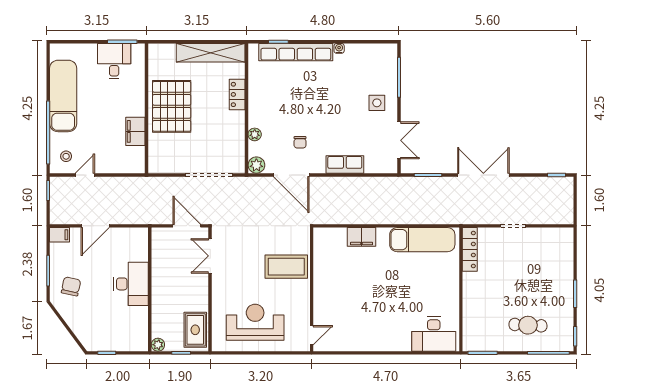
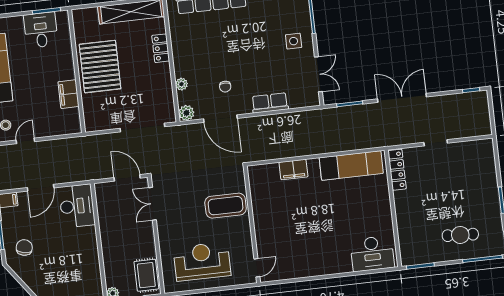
desk: (131, 284) -> (77, 206), moved

